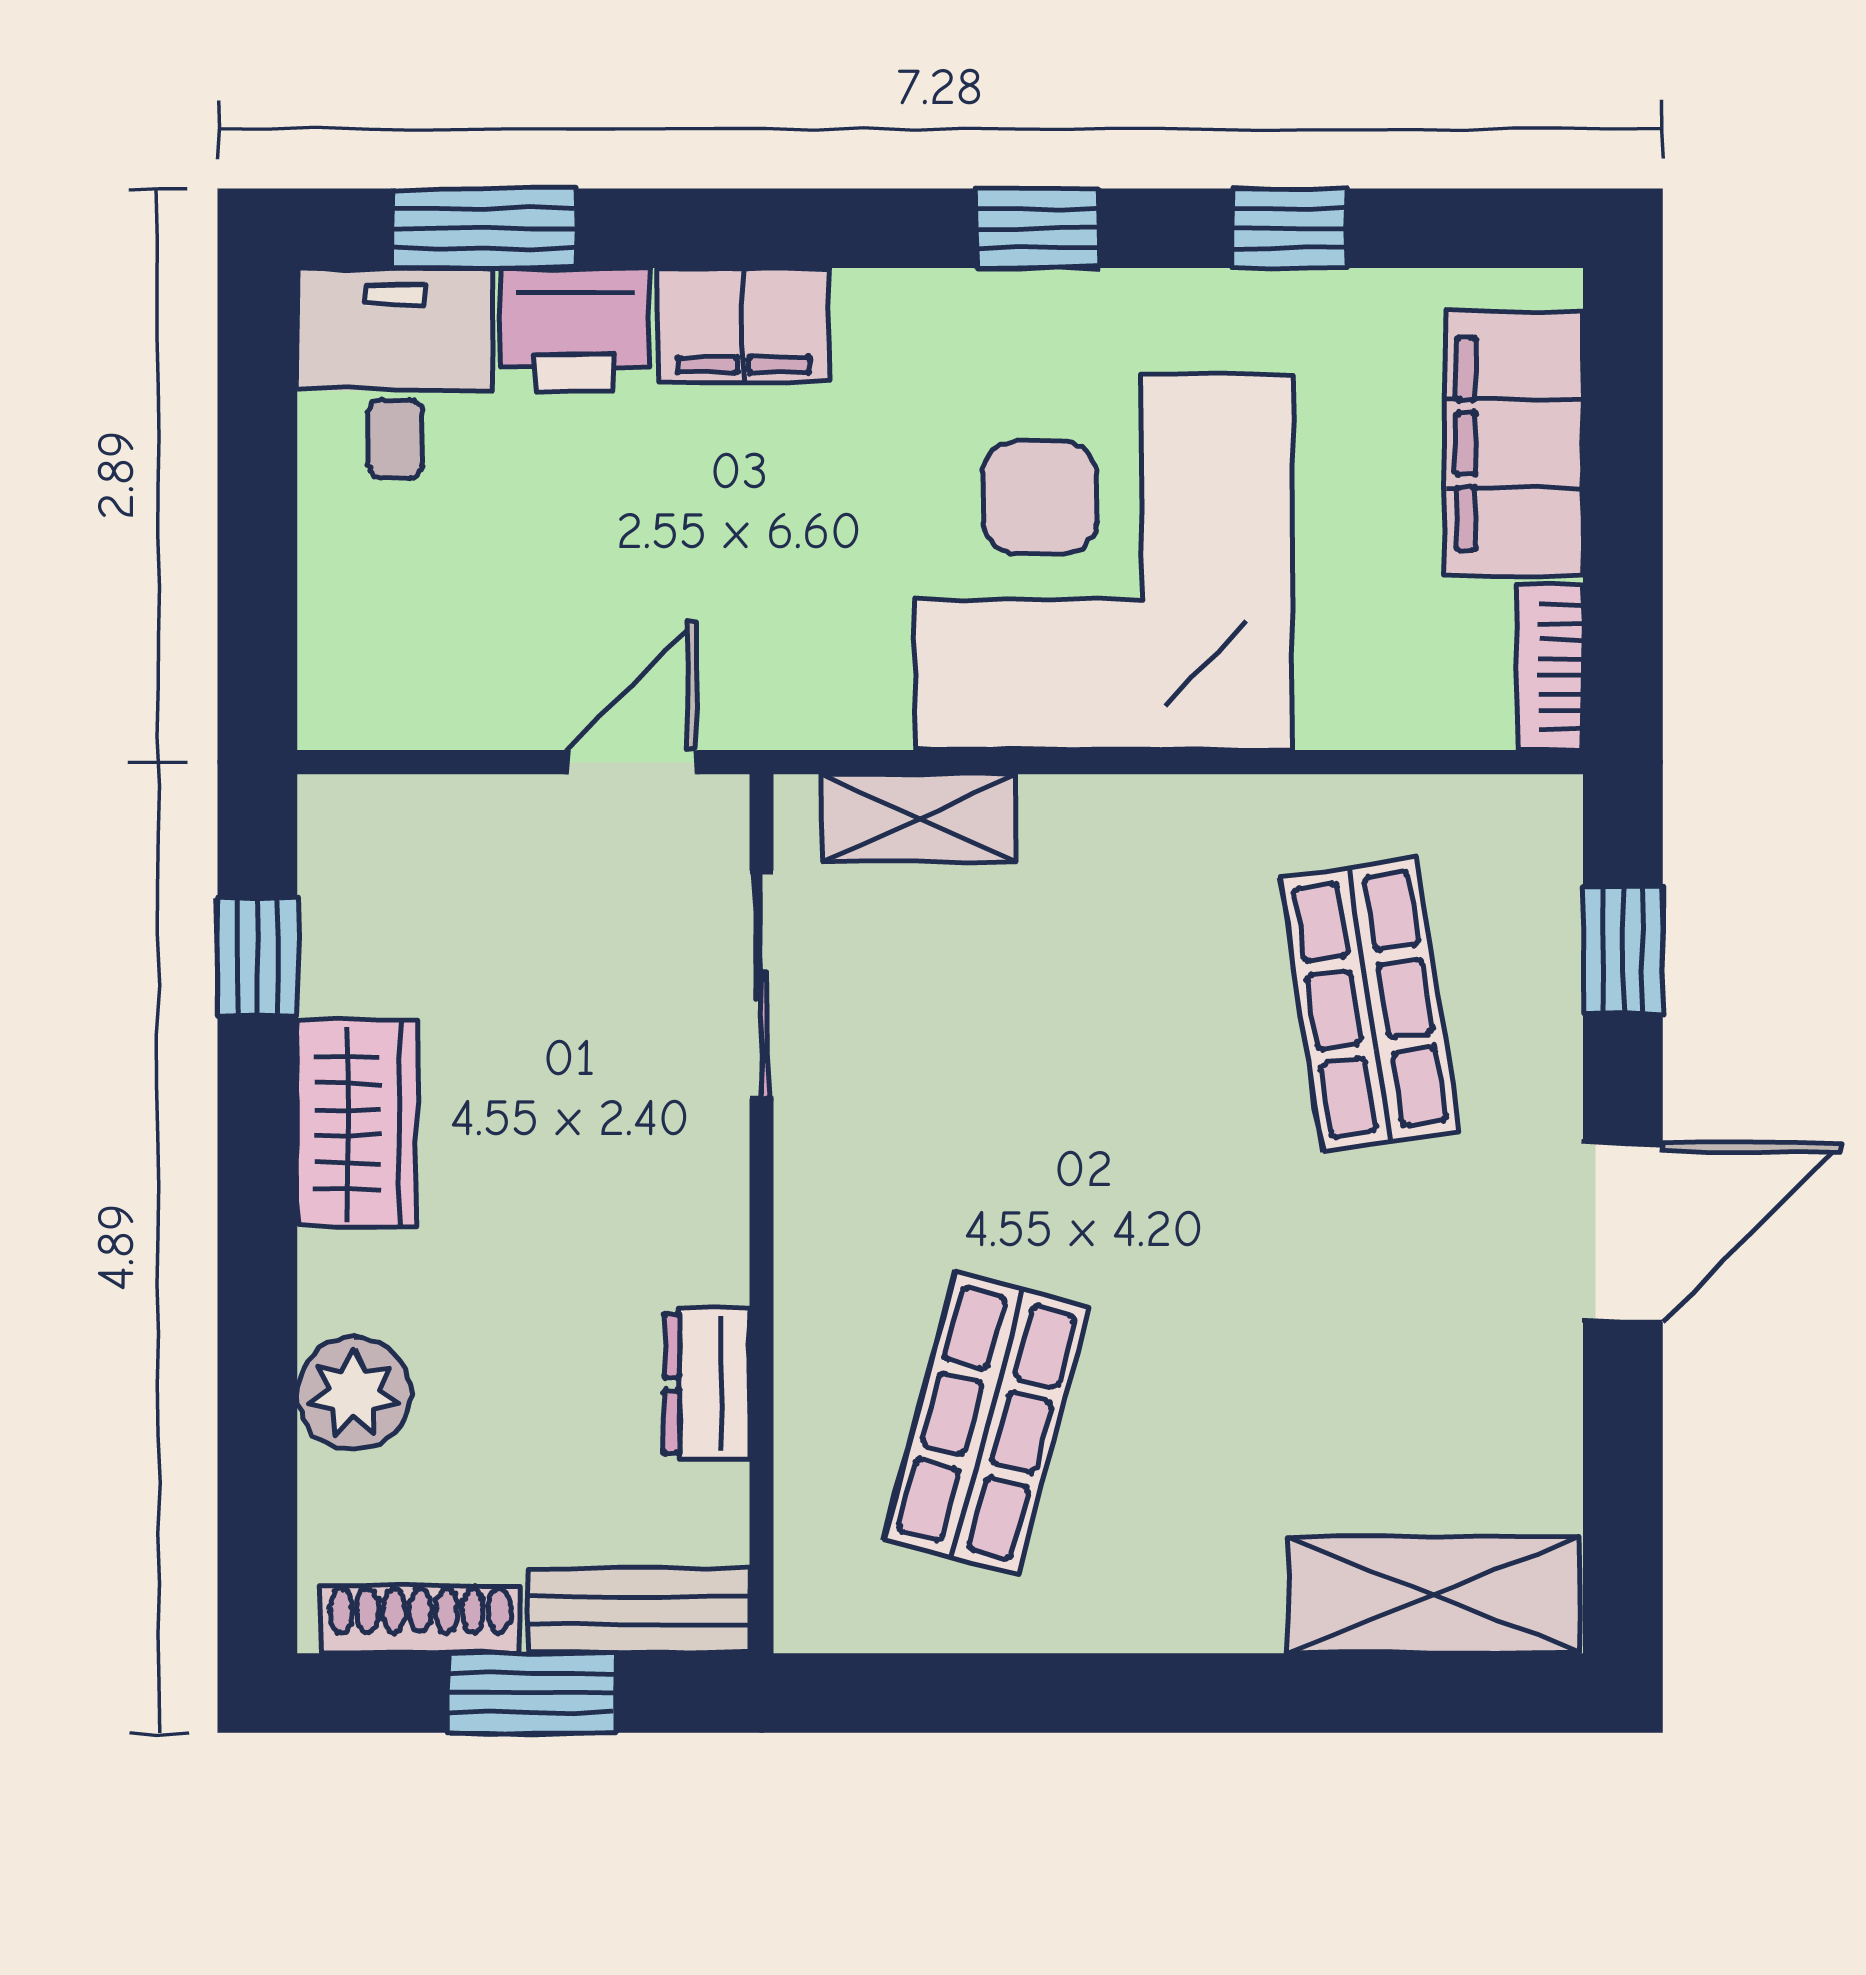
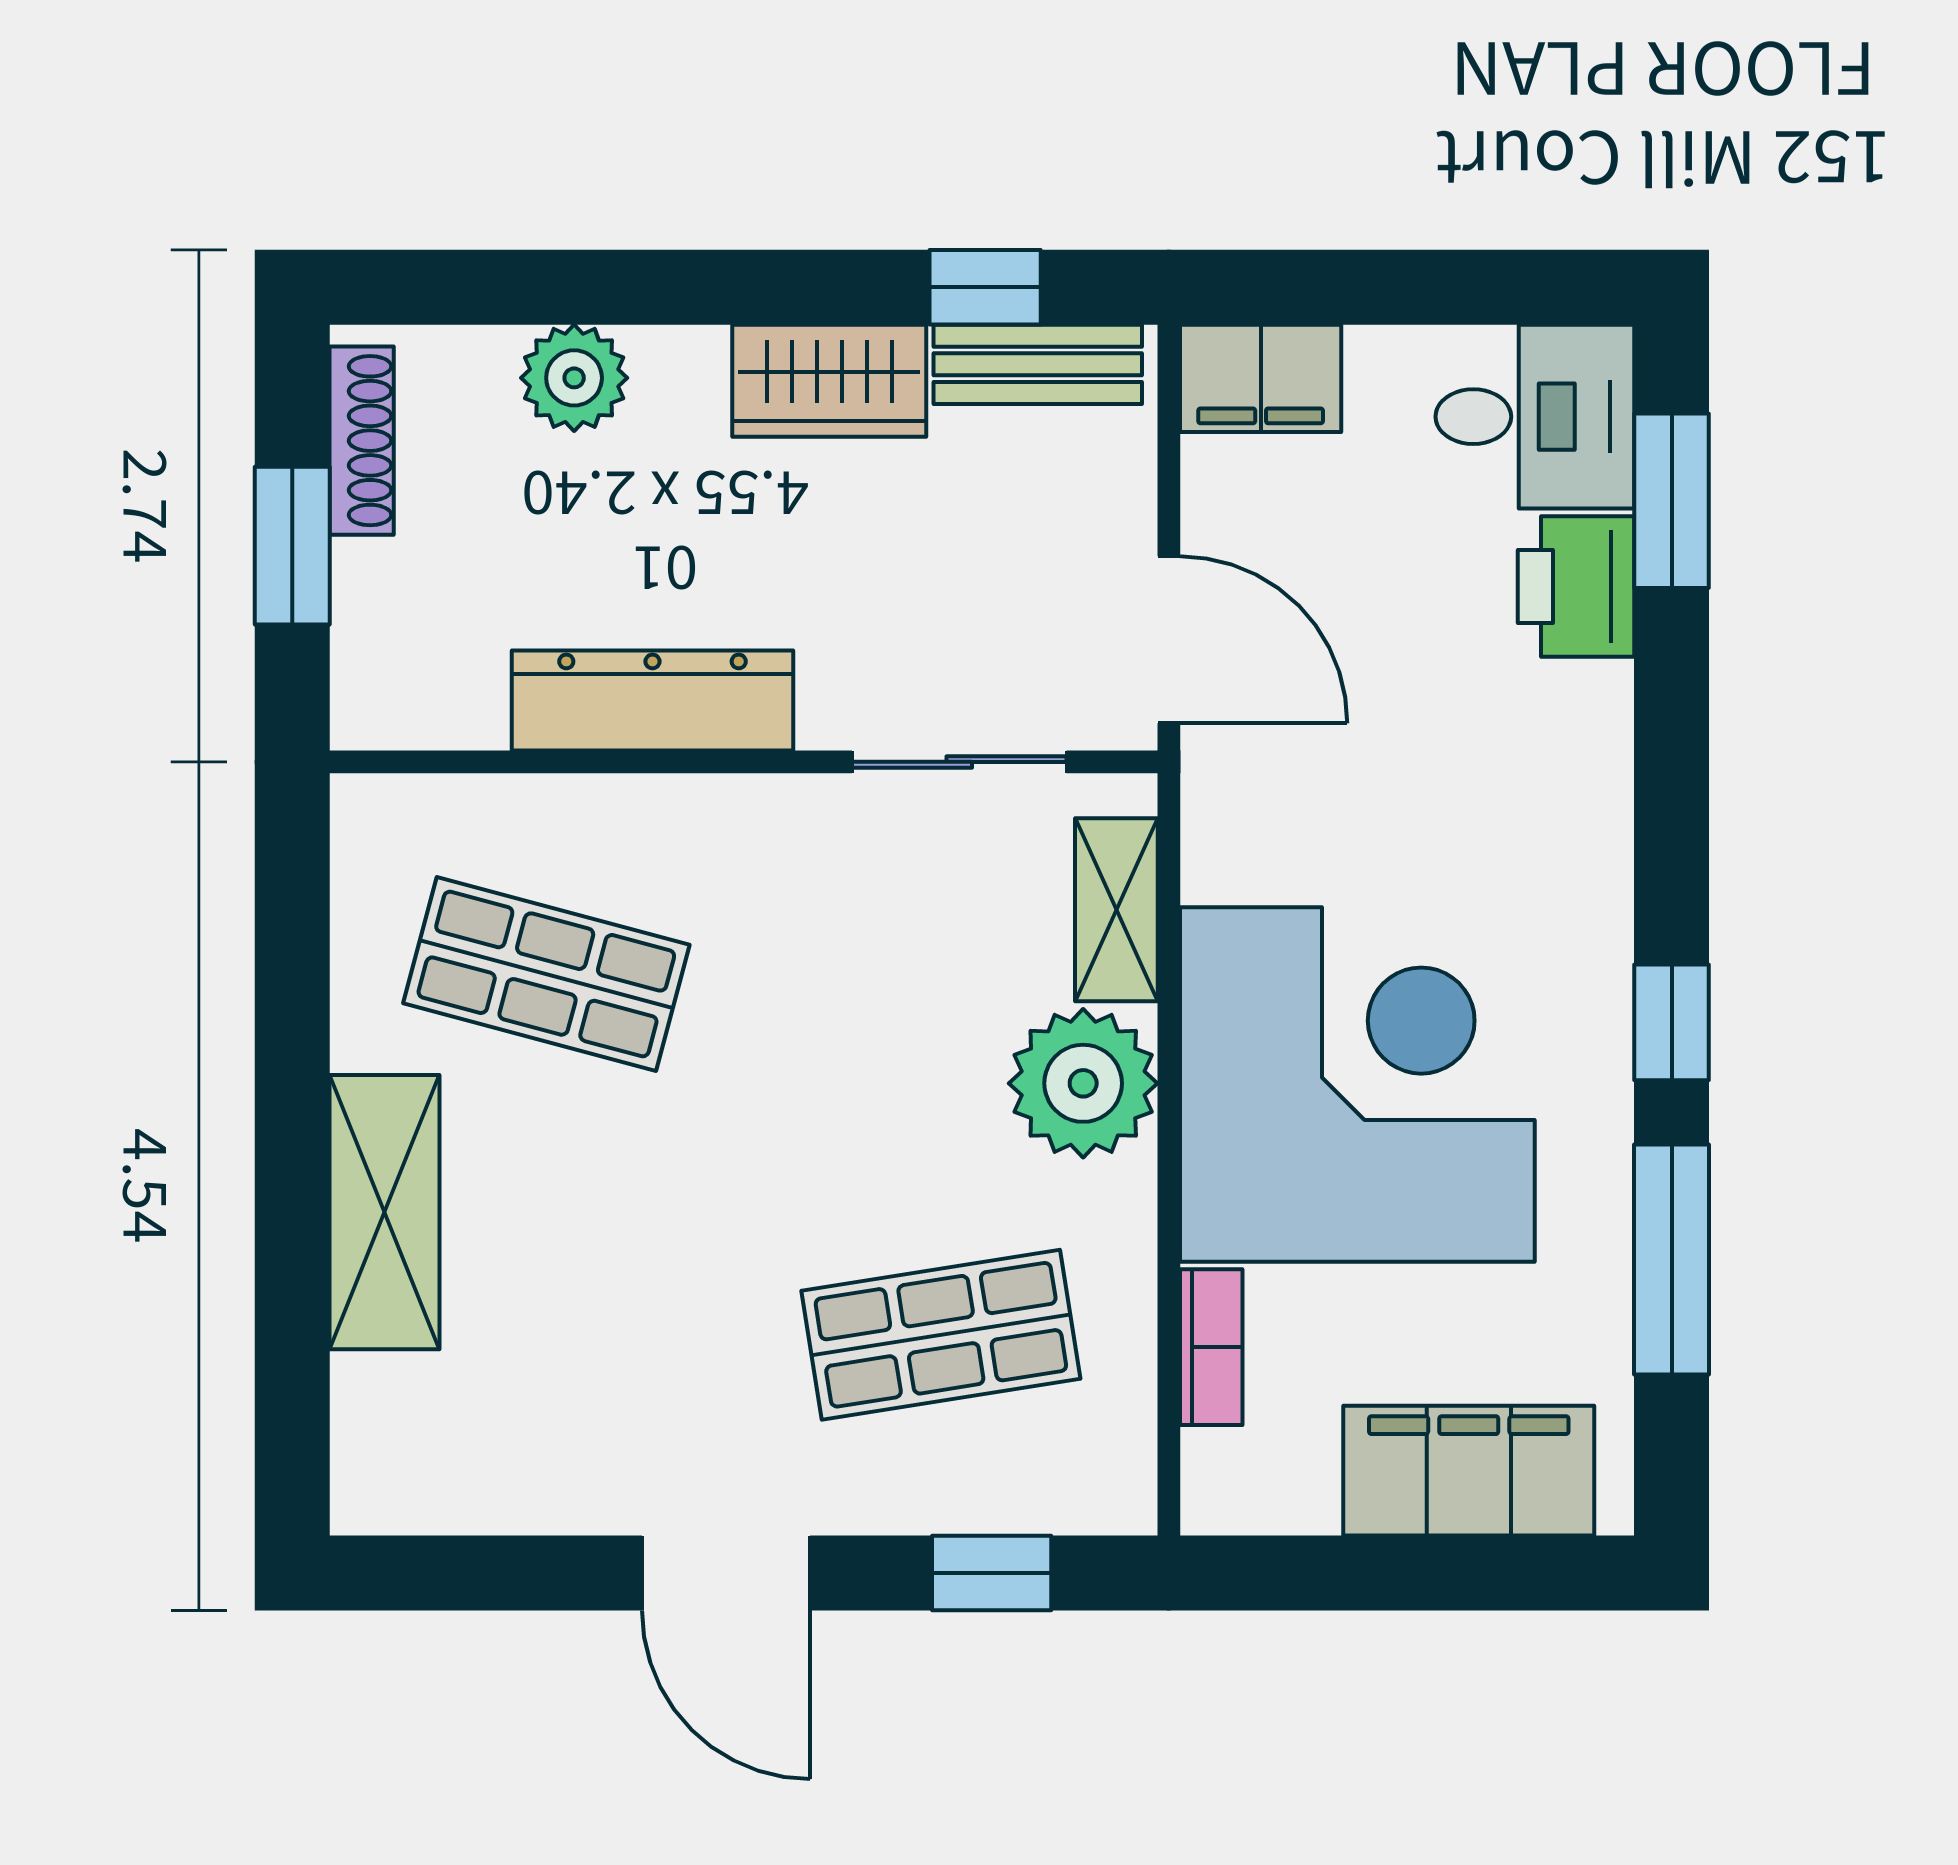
window: (1290, 228) -> (1672, 1260), width x2.17
filing cabinet: (743, 325) -> (1261, 378), moved, turned -90
bookcase: (1550, 667) -> (1211, 1347), moved, turned 90
door: (632, 762) -> (1169, 640), width x1.38
plant: (1103, 853) -> (1083, 1083), added
dresser: (707, 1384) -> (652, 701), width x1.96, depth x1.24
shelving: (1434, 1595) -> (385, 1212), moved
bench: (639, 1611) -> (1038, 364), moved, turned 90

